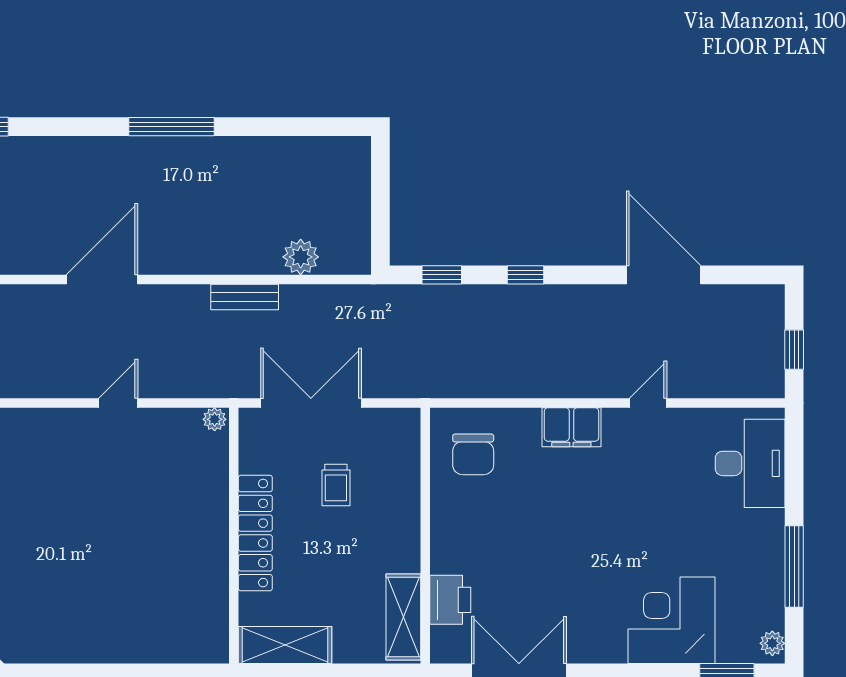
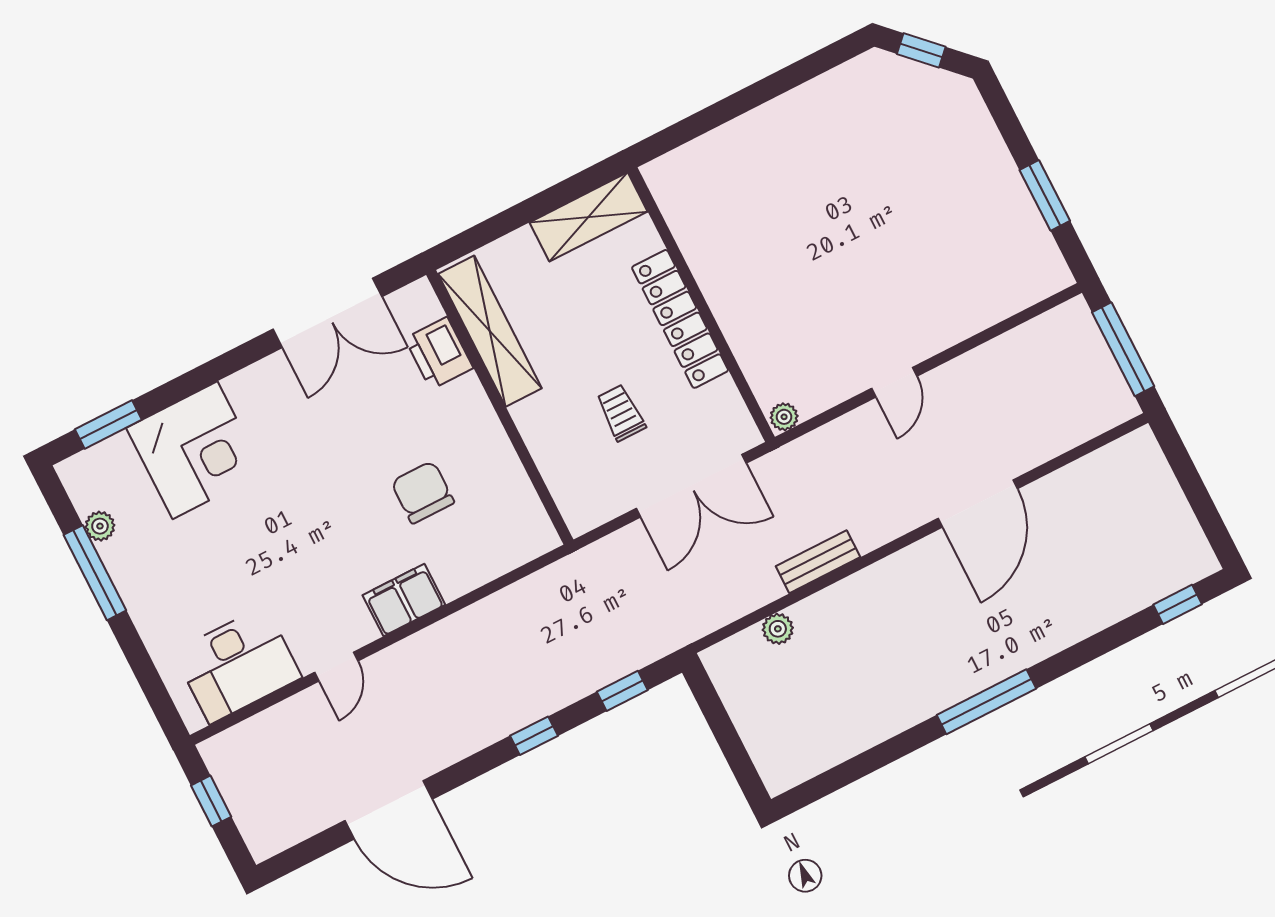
plant: (301, 257) -> (778, 629), width x0.73, depth x0.73
chair: (473, 454) -> (423, 492), moved
desk: (750, 463) -> (238, 665), moved, turned -90
shelving: (403, 617) -> (490, 331), width x1.47
plant: (772, 643) -> (100, 526), moved

